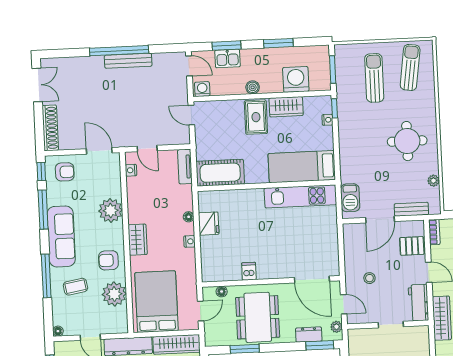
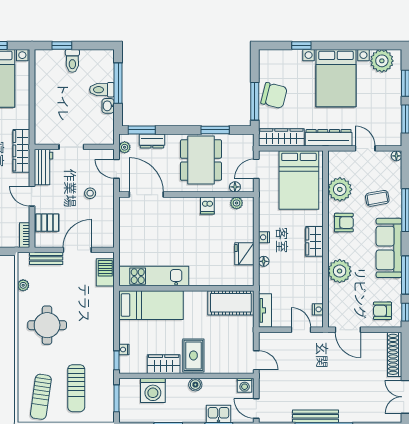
plant: (219, 275) -> (237, 203), added

